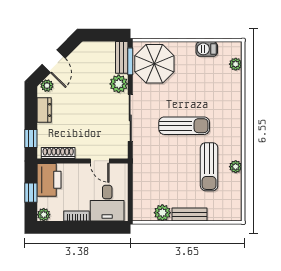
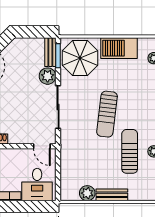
barbecue: (207, 49) -> (119, 48), width x1.88, depth x1.53
sun lounger: (184, 126) -> (107, 114), turned 97
door: (100, 161) -> (42, 146), moved
sun lounger: (209, 167) -> (130, 151), turned 180

